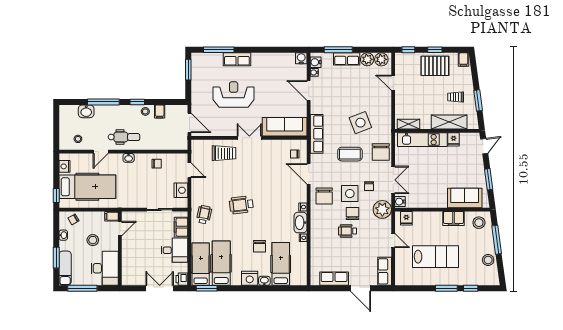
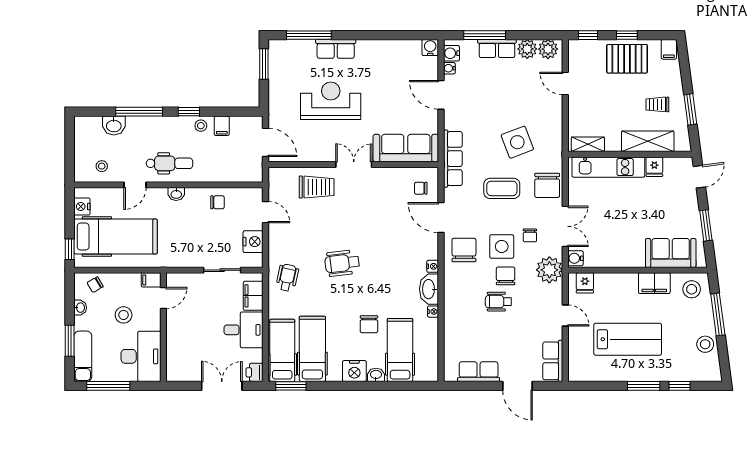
chair: (324, 196) -> (464, 250), turned 180

